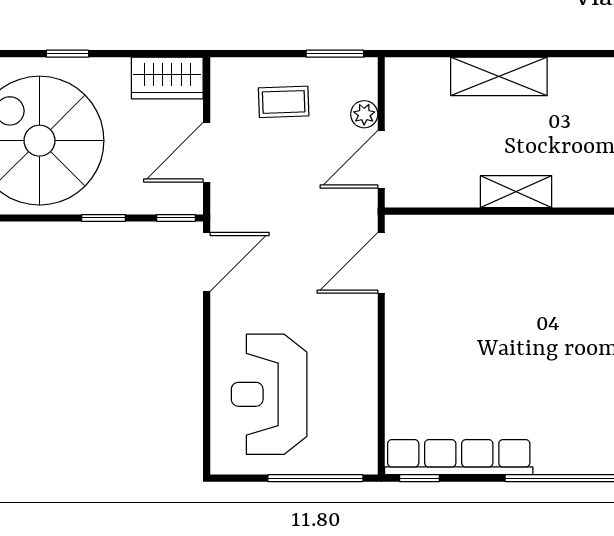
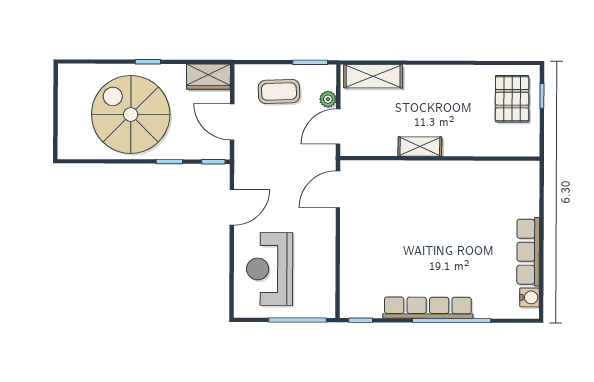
shelving: (499, 76) -> (373, 76), moved
coffee table: (284, 102) -> (279, 91), width x1.36, depth x1.30
door: (207, 152) -> (232, 122), hinge flipped
door: (207, 262) -> (232, 207), moved
row of seats: (459, 457) -> (428, 308), moved

